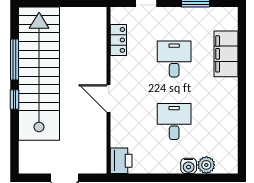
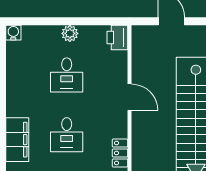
plant: (206, 165) -> (70, 33), moved
water cooler: (189, 166) -> (13, 33), moved

